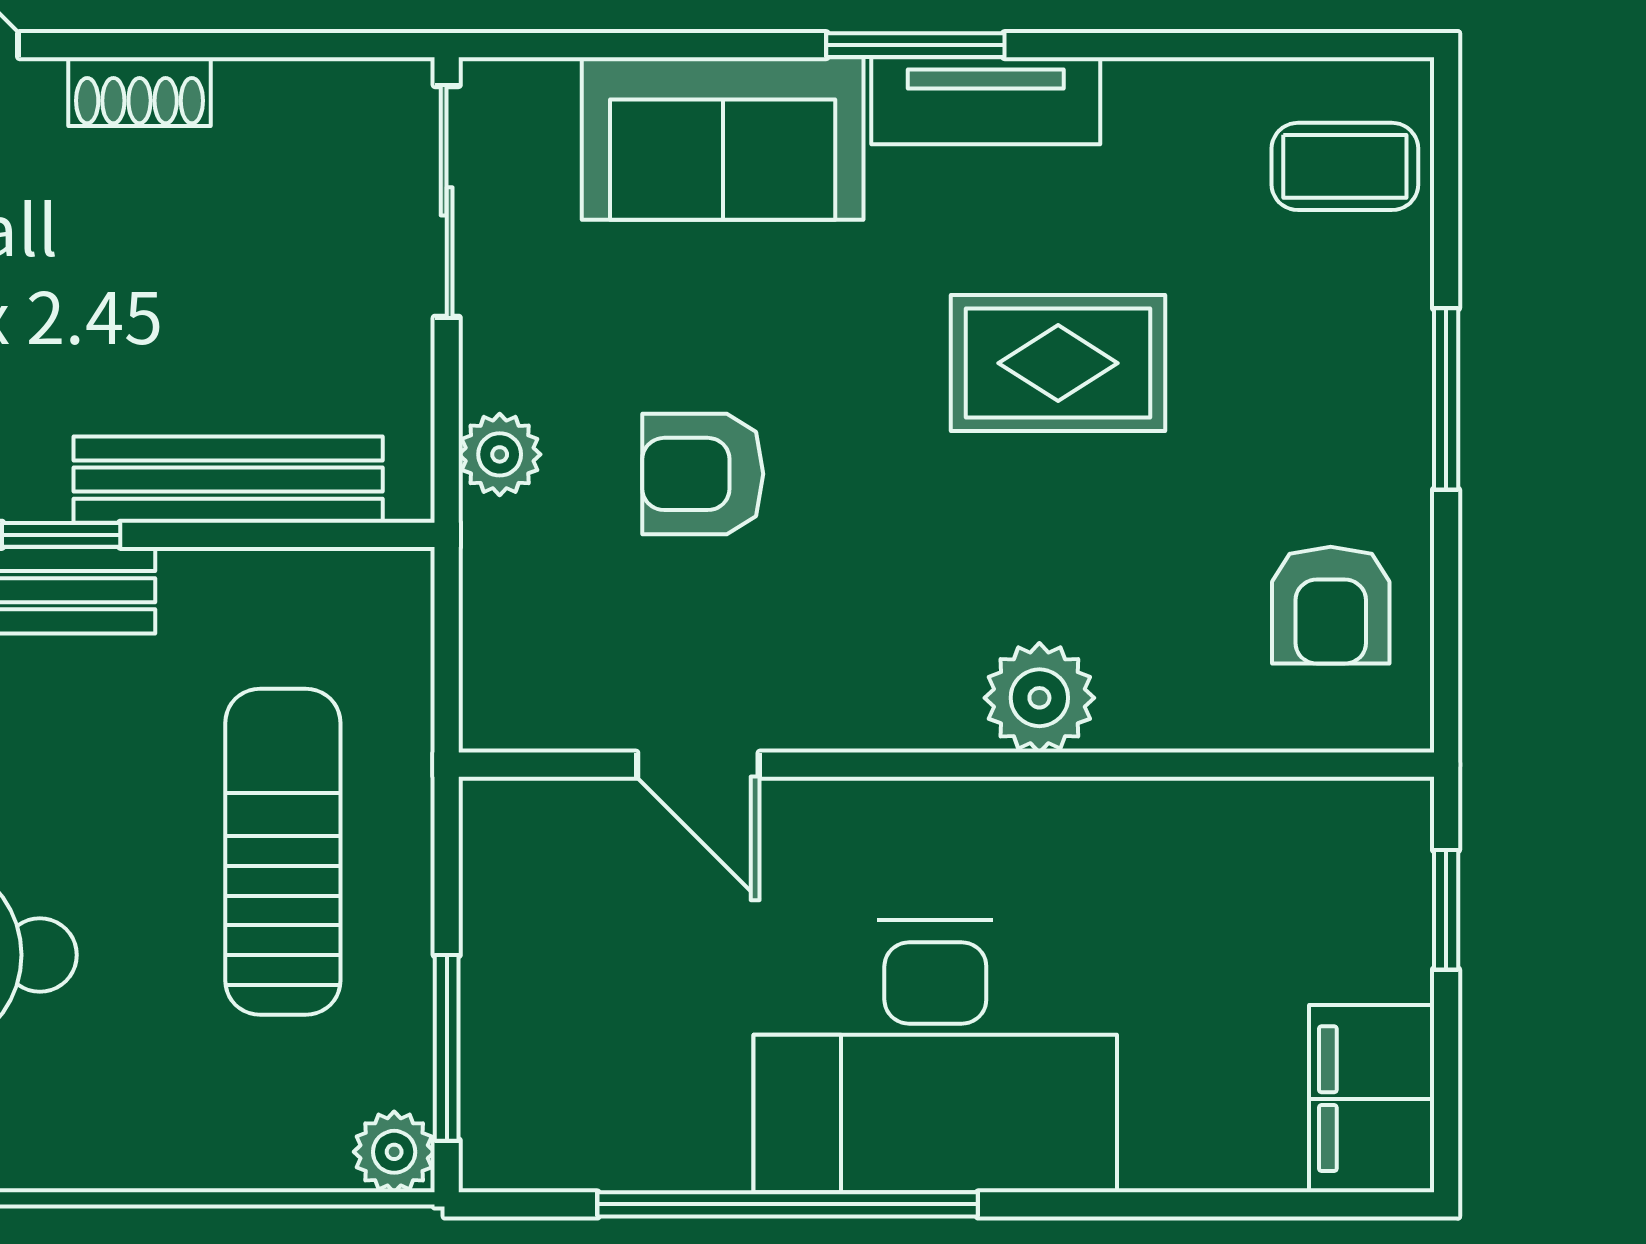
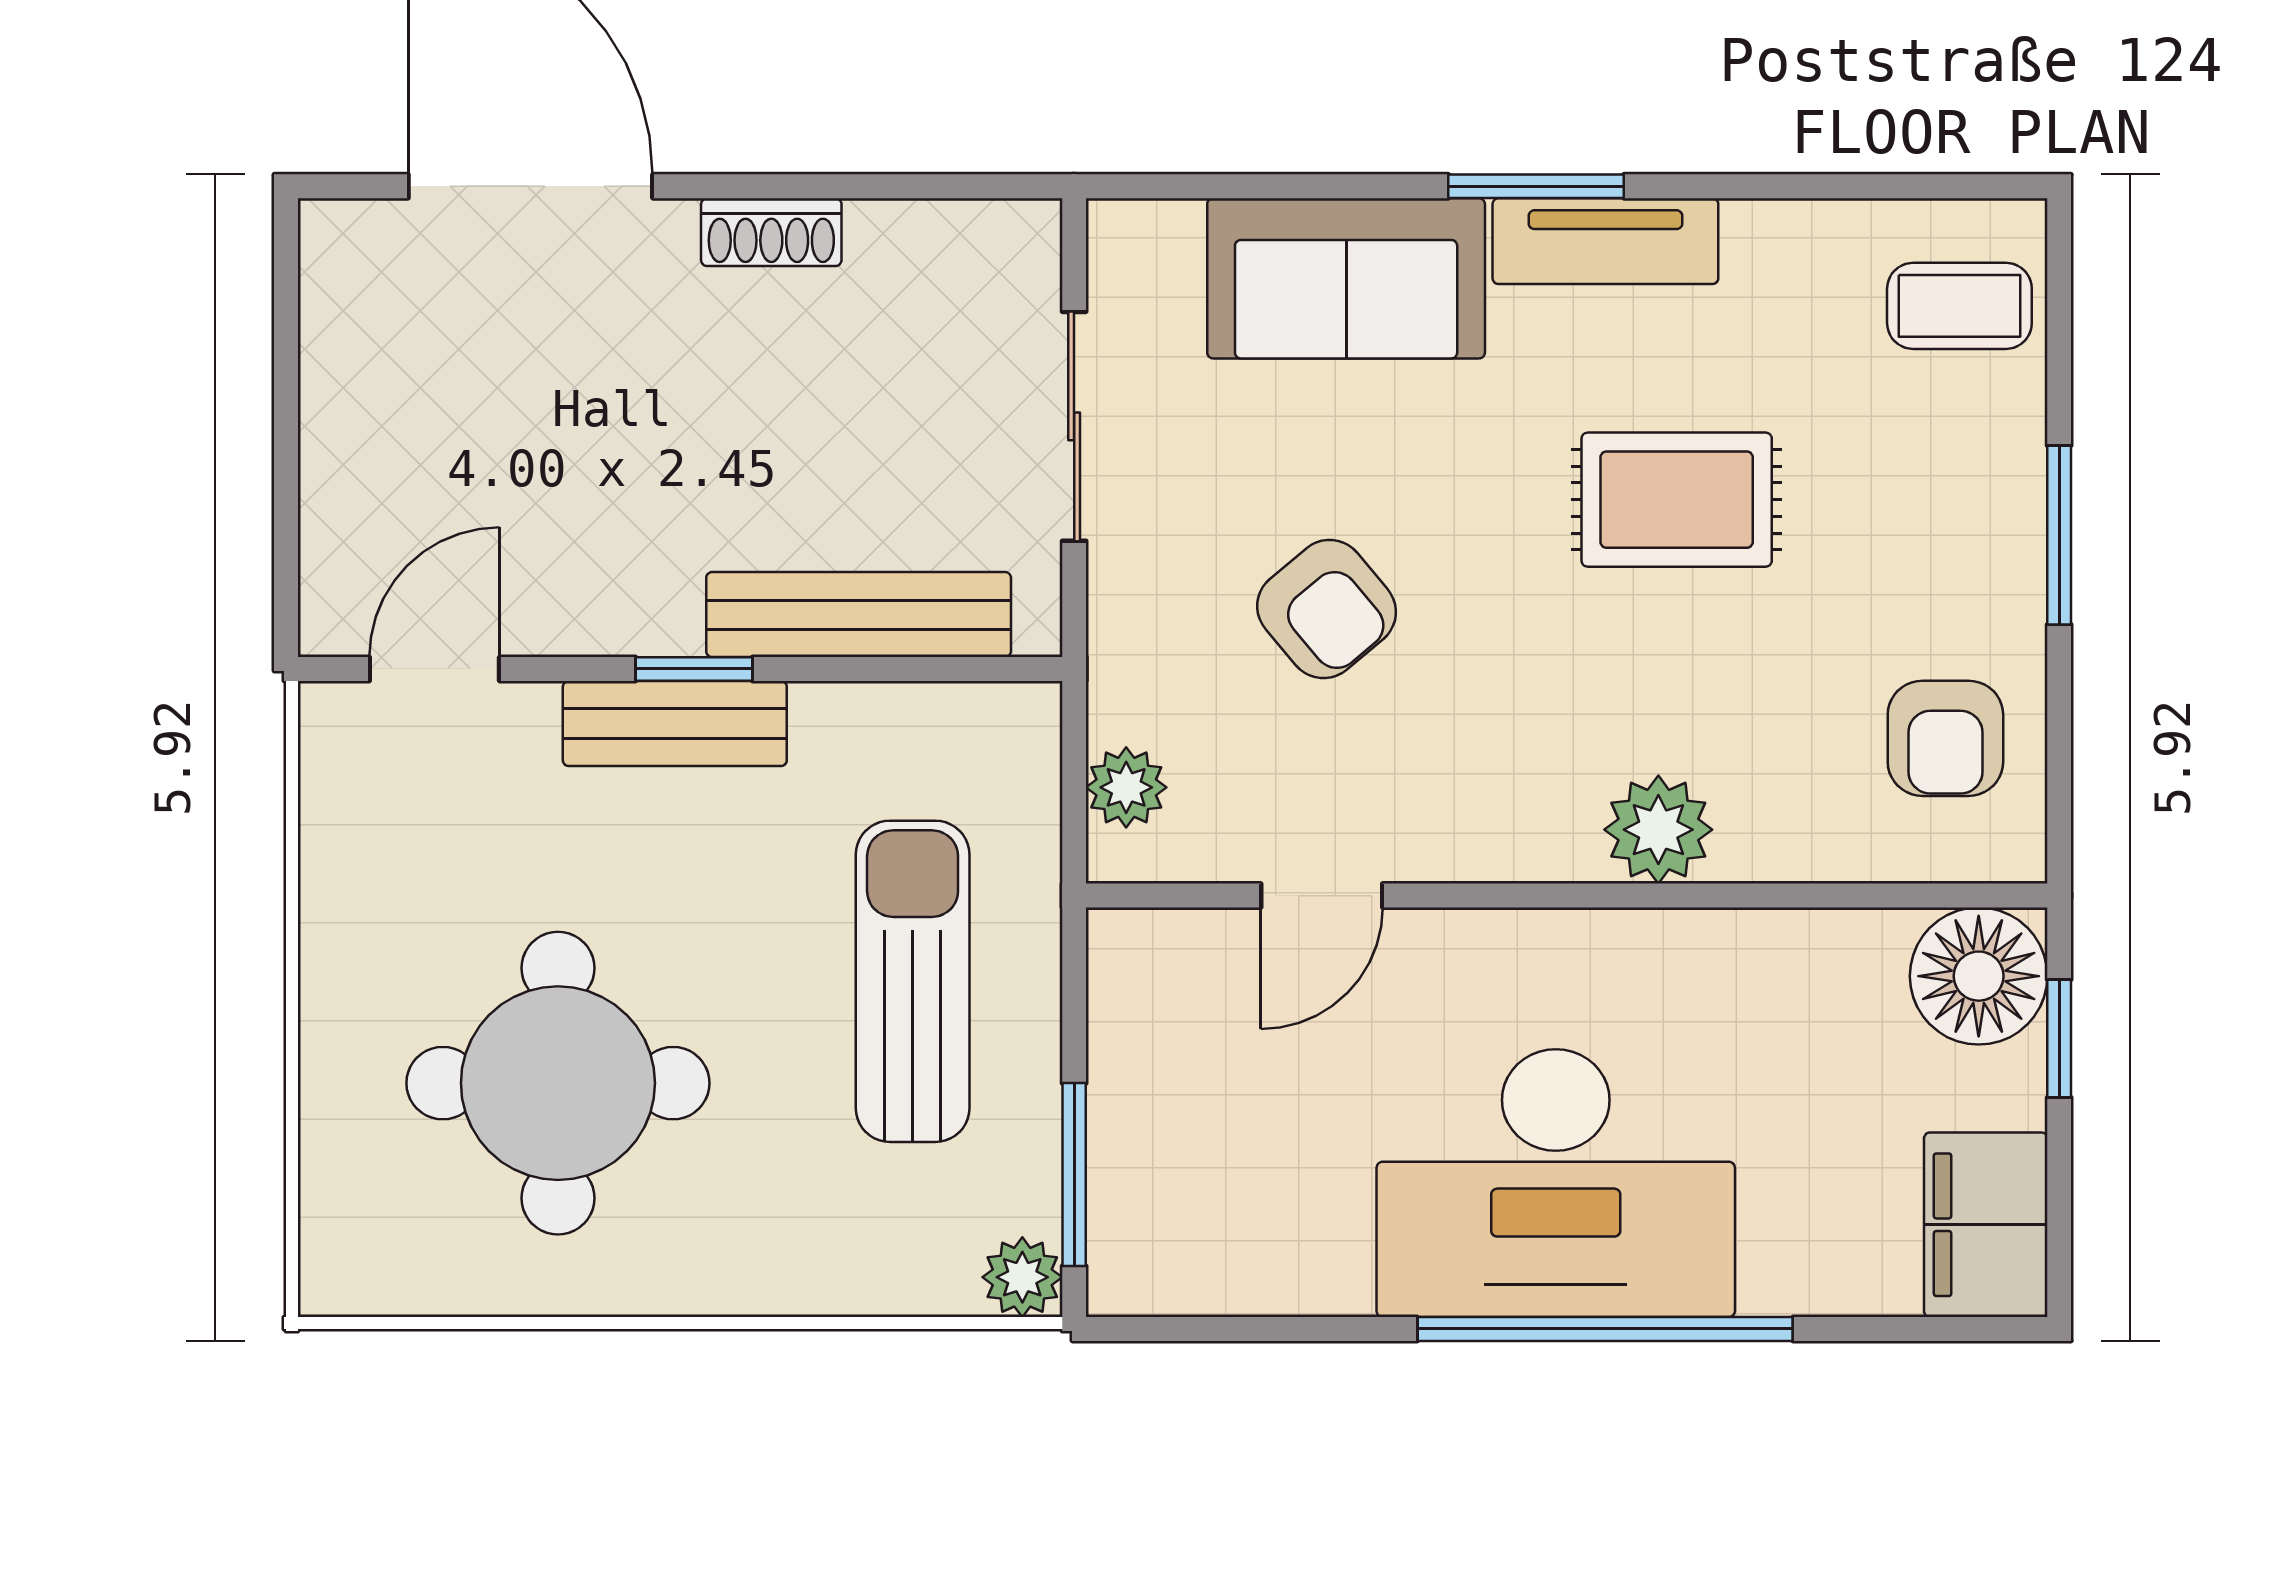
sliding door: (447, 201) -> (1074, 426), moved
plant: (500, 454) -> (1126, 787), moved
armchair: (703, 474) -> (1327, 609), turned -130
door: (698, 765) -> (1322, 896), hinge flipped
floor lamp: (1364, 846) -> (1979, 976), added
window: (788, 1204) -> (1605, 1329), moved

